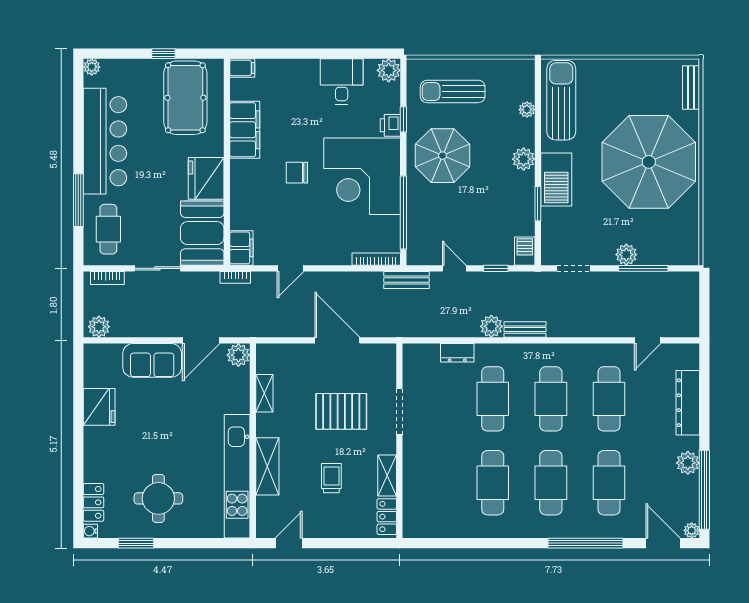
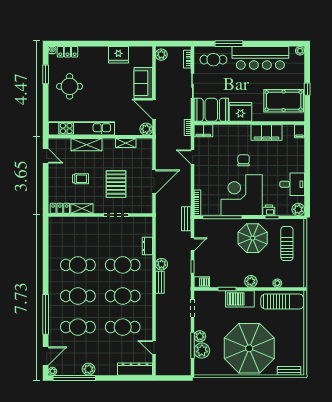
plant: (653, 251) -> (202, 351), added
dresser: (688, 403) -> (135, 369), moved

